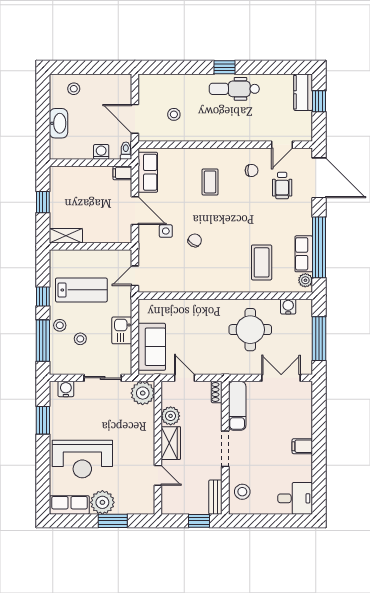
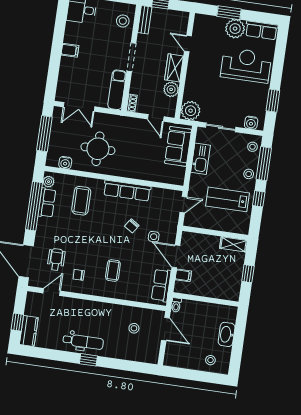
washing machine: (101, 152) -> (196, 307), removed
filing cabinet: (122, 173) -> (183, 275), moved
row of seats: (207, 283) -> (127, 191), added
kitchen sink: (122, 330) -> (201, 159), width x1.38
stool: (80, 339) -> (252, 147), moved

